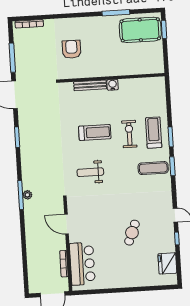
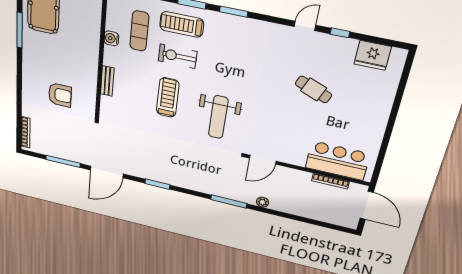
armchair: (71, 49) -> (60, 95), turned 180
bench: (90, 85) -> (107, 81), width x0.73
water cooler: (113, 85) -> (111, 38), moved
exercise mat: (153, 168) -> (139, 31), moved
weight bench: (90, 172) -> (218, 117), width x1.36, depth x1.33
plant: (27, 195) -> (262, 202), moved
door: (67, 224) -> (263, 160), moved

